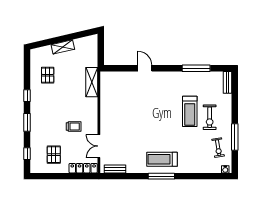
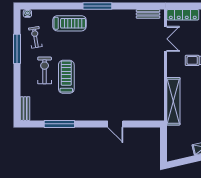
shelving: (92, 82) -> (173, 101), width x1.47
treadmill: (162, 159) -> (69, 23), moved

